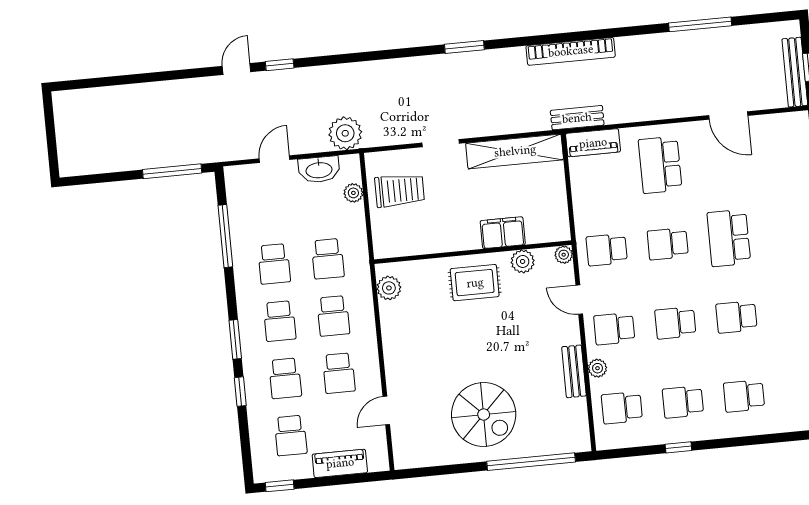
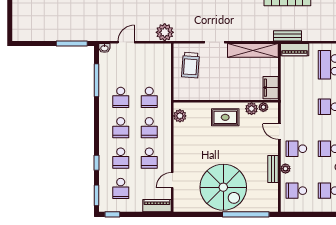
washbasin: (319, 170) -> (104, 48), moved, width x0.52, depth x0.69
trolley: (400, 190) -> (190, 65), turned 94
plant: (353, 193) -> (166, 64), removed
filing cabinet: (503, 233) -> (271, 88), moved, turned -90
school desk: (607, 250) -> (296, 107), removed
plant: (564, 255) -> (263, 107), moved
window: (235, 339) -> (96, 195), moved
spiral stairs: (484, 414) -> (223, 187), width x1.37, depth x1.37
window: (678, 447) -> (324, 214), removed
piano: (340, 463) -> (157, 206), moved

